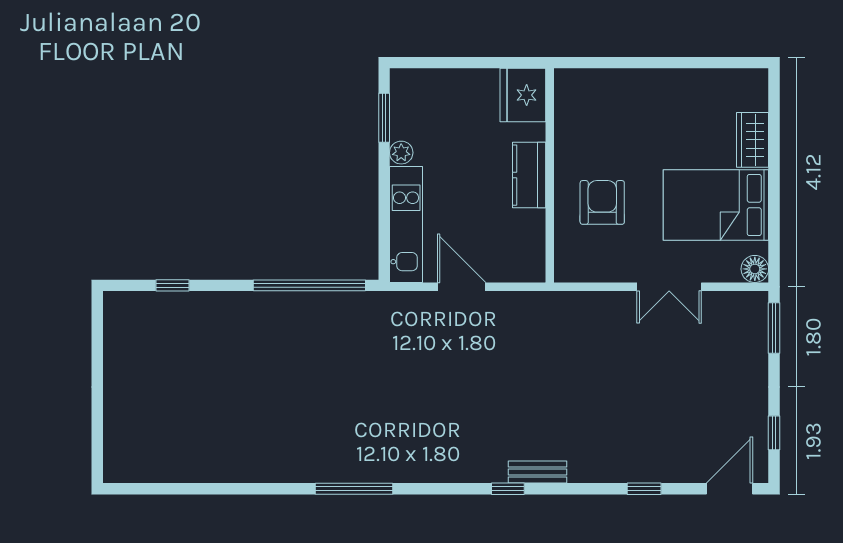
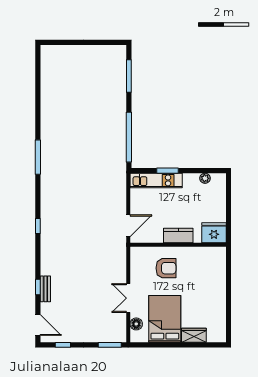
window: (384, 118) -> (167, 171), moved
plant: (401, 153) -> (205, 178), moved
floor lamp: (755, 269) -> (136, 324), moved
window: (172, 285) -> (129, 76), width x2.17
door: (462, 287) -> (128, 226), moved
bench: (537, 472) -> (45, 289), moved

